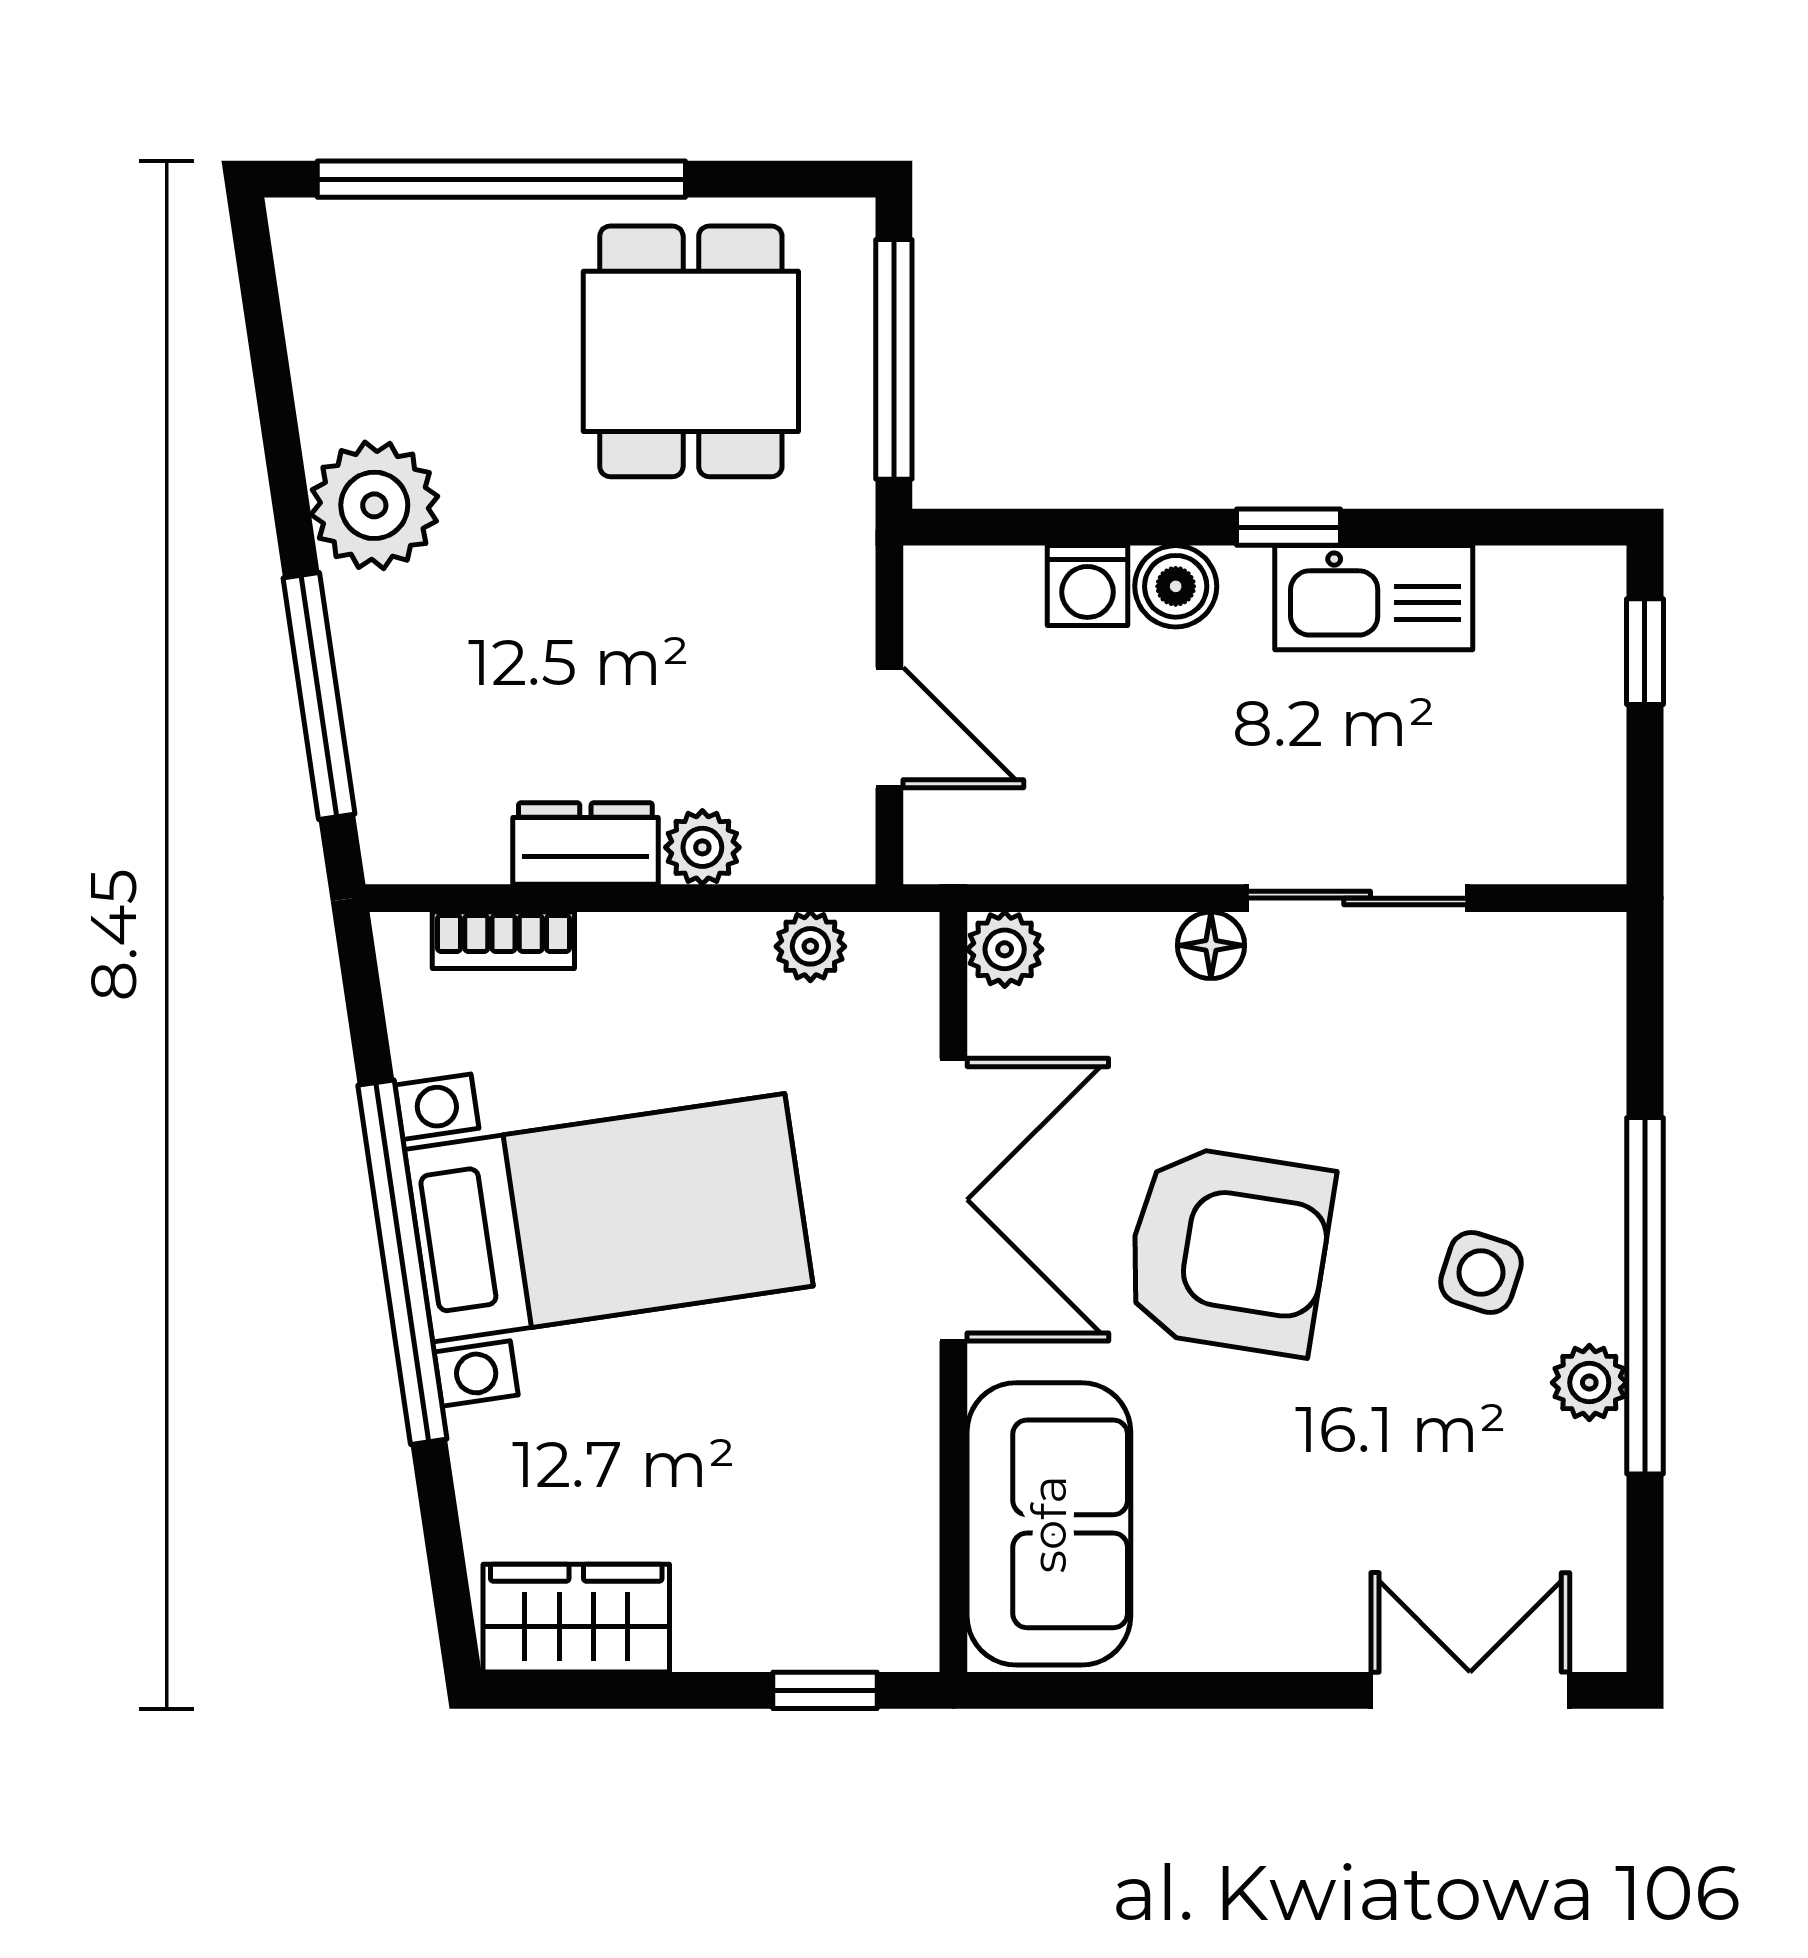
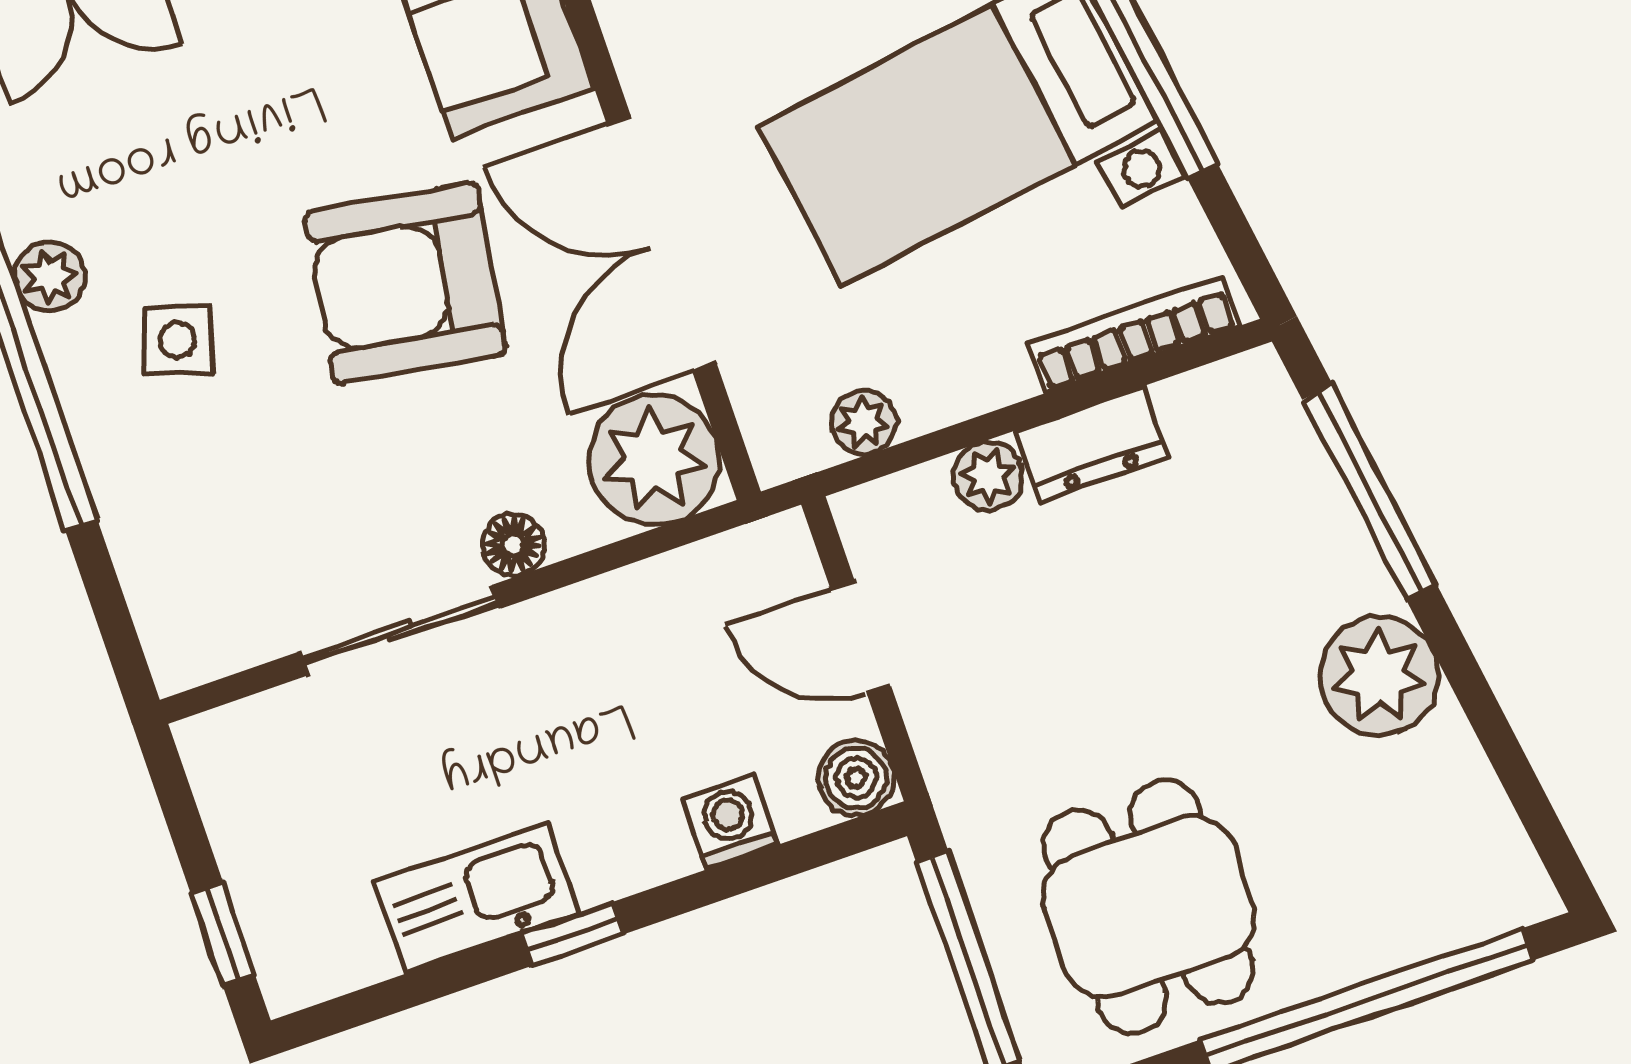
boiler: (1176, 586) -> (856, 778), moved
bookcase: (503, 940) -> (1134, 335), width x1.56
plant: (1005, 949) -> (654, 460), width x1.87, depth x1.87

